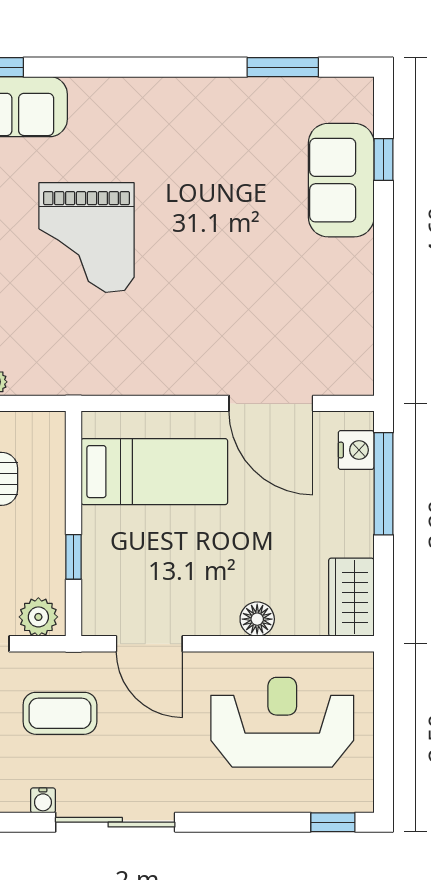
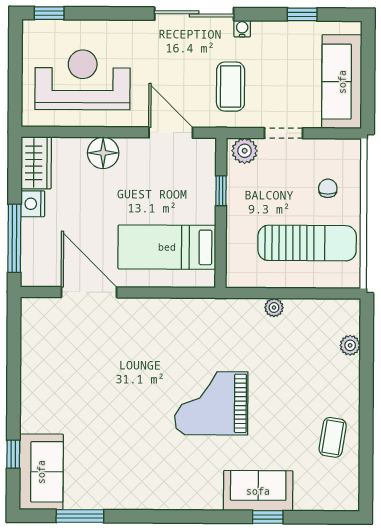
sofa: (341, 180) -> (41, 472), moved
grand piano: (86, 238) -> (211, 403), turned -90
nightstand: (356, 450) -> (33, 204), moved
floor lamp: (257, 619) -> (103, 153), width x1.38, depth x1.38
coffee table: (60, 713) -> (231, 87), turned 90
reception desk: (282, 722) -> (83, 80), turned 180

